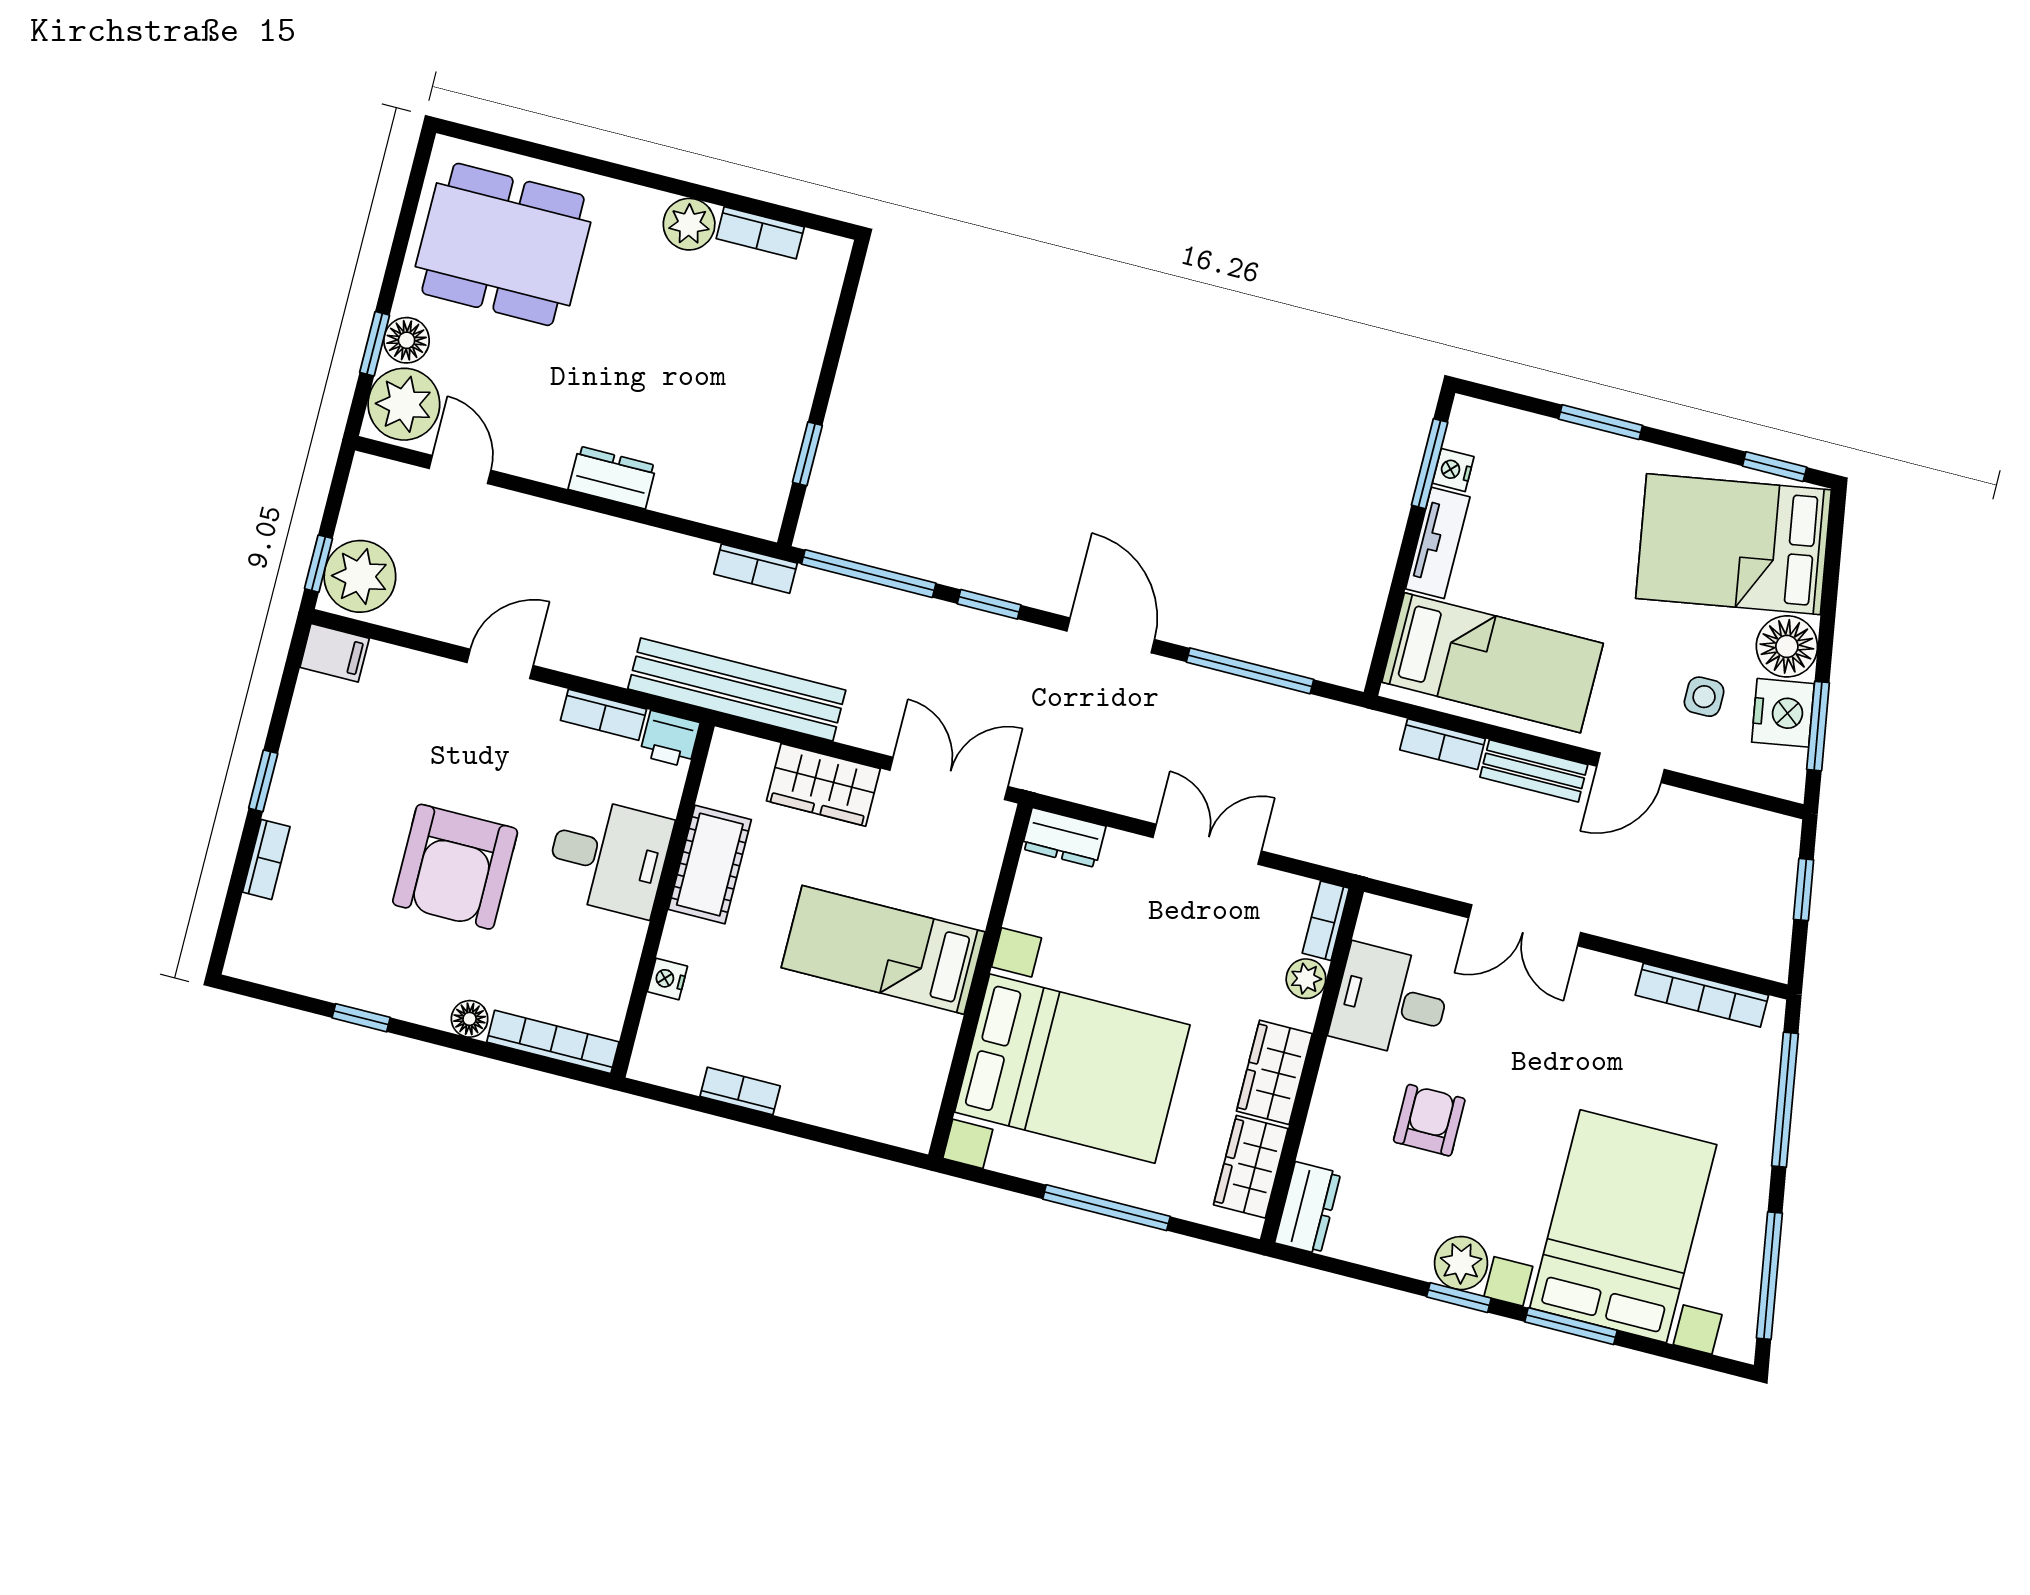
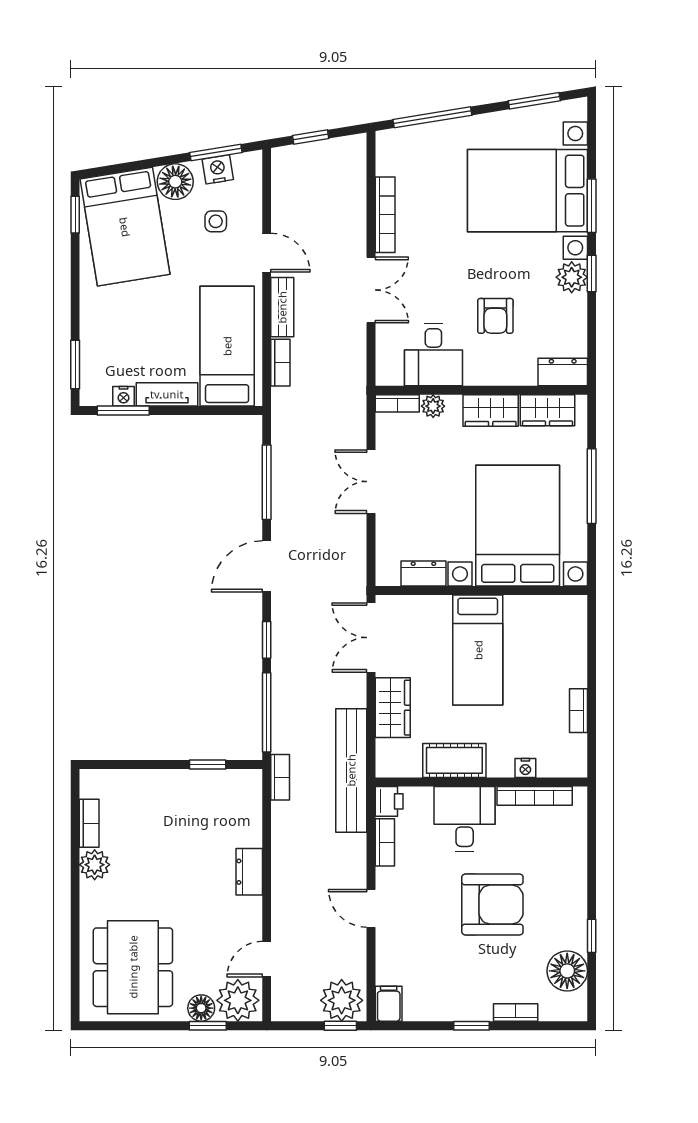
window: (1601, 422) -> (75, 364), moved
nightstand: (1783, 713) -> (218, 169), width x0.74, depth x0.75
dresser: (1064, 838) -> (423, 574), moved, turned -90
bookcase: (1702, 995) -> (385, 215), moved
floor lamp: (470, 1019) -> (567, 971), moved, width x1.89, depth x1.89
bookcase: (553, 1042) -> (535, 796), moved, turned -90
armchair: (1429, 1120) -> (495, 316), turned -90
window: (1769, 1276) -> (534, 101), width x0.69

